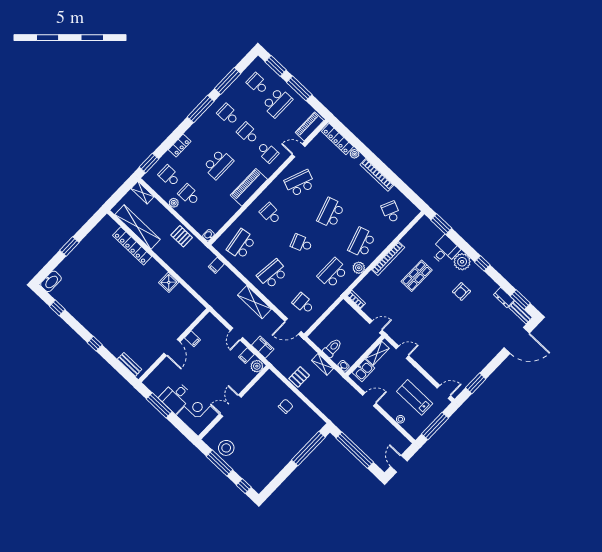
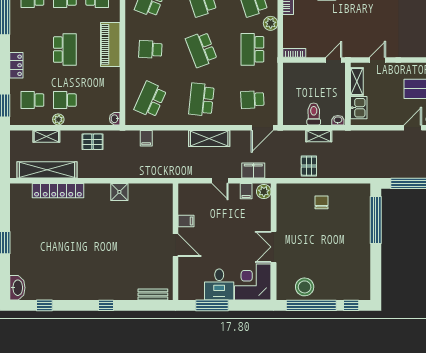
shelving: (143, 193) -> (46, 136), moved
school desk: (302, 243) -> (201, 49), width x1.85
school desk: (241, 244) -> (150, 100), turned 33
door: (369, 399) -> (413, 128), moved
window: (220, 463) -> (311, 305), width x1.46

